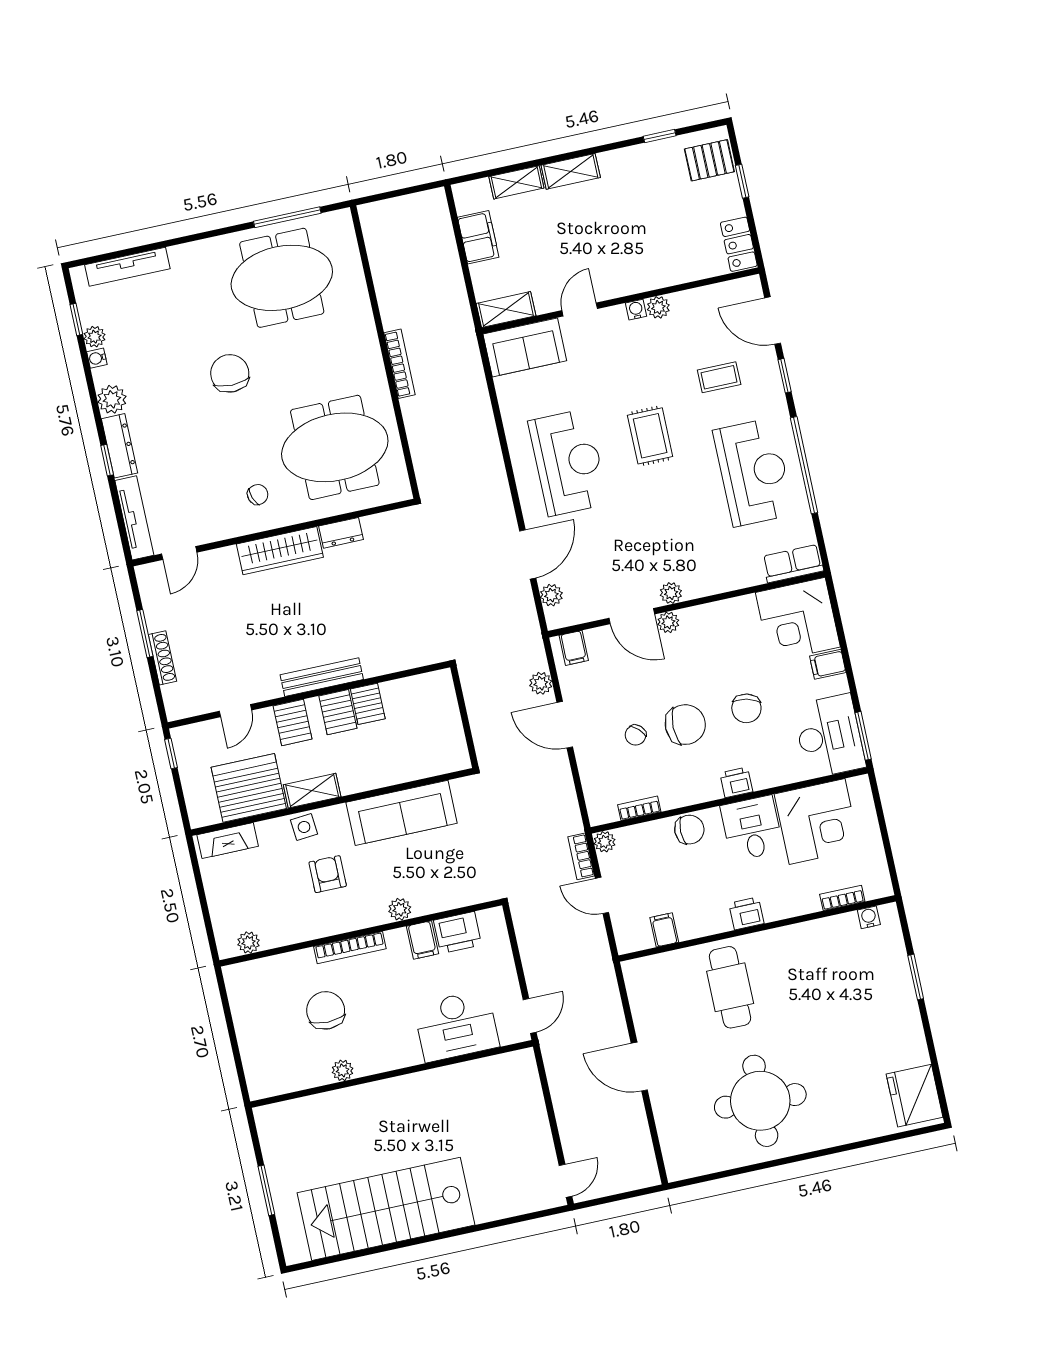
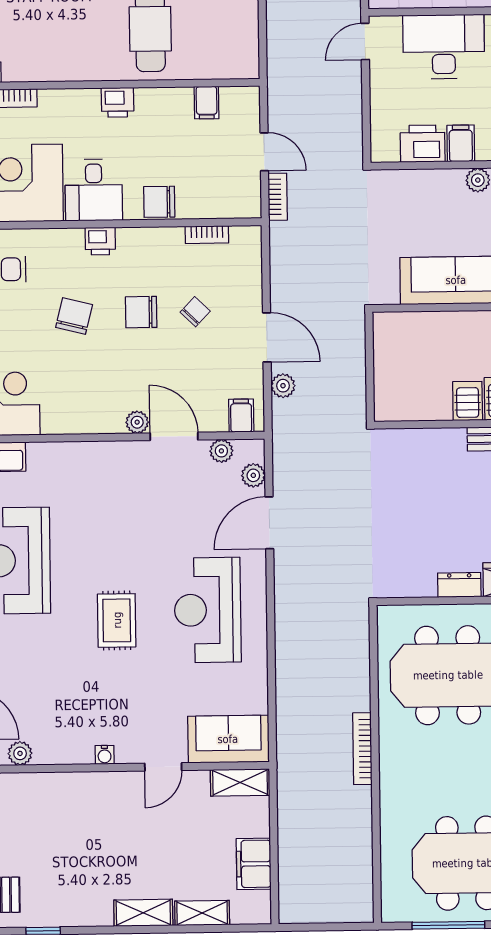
plant: (658, 307) -> (20, 753), moved
coffee table: (719, 377) -> (32, 667), removed
plant: (671, 593) -> (221, 451), moved
chair: (685, 725) -> (141, 312), width x0.73, depth x0.73
plant: (605, 842) -> (250, 207), removed

